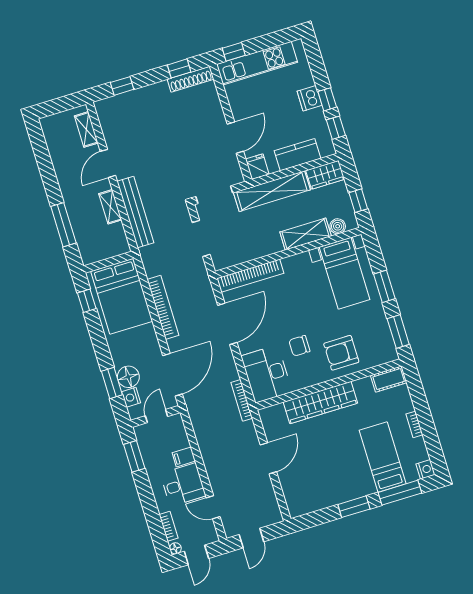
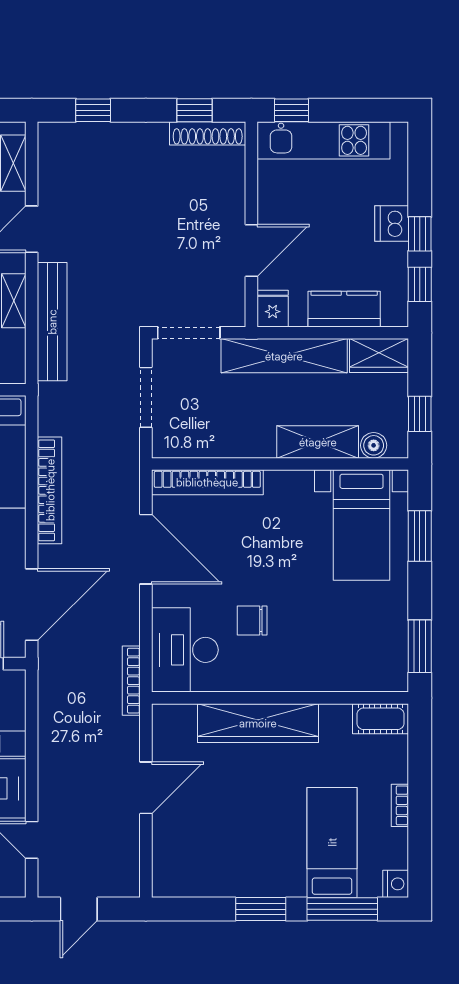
window: (384, 286) -> (420, 536), moved
door: (227, 324) -> (146, 549), hinge flipped
armchair: (341, 353) -> (317, 653), removed

